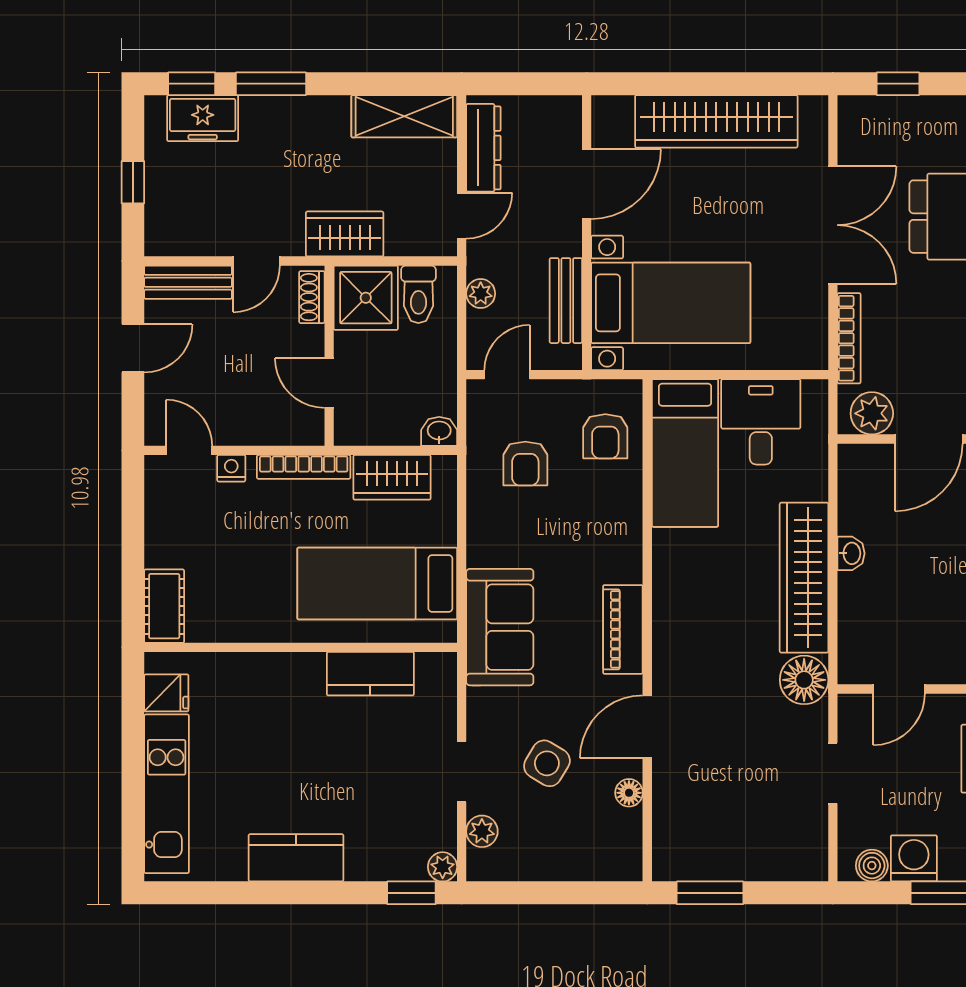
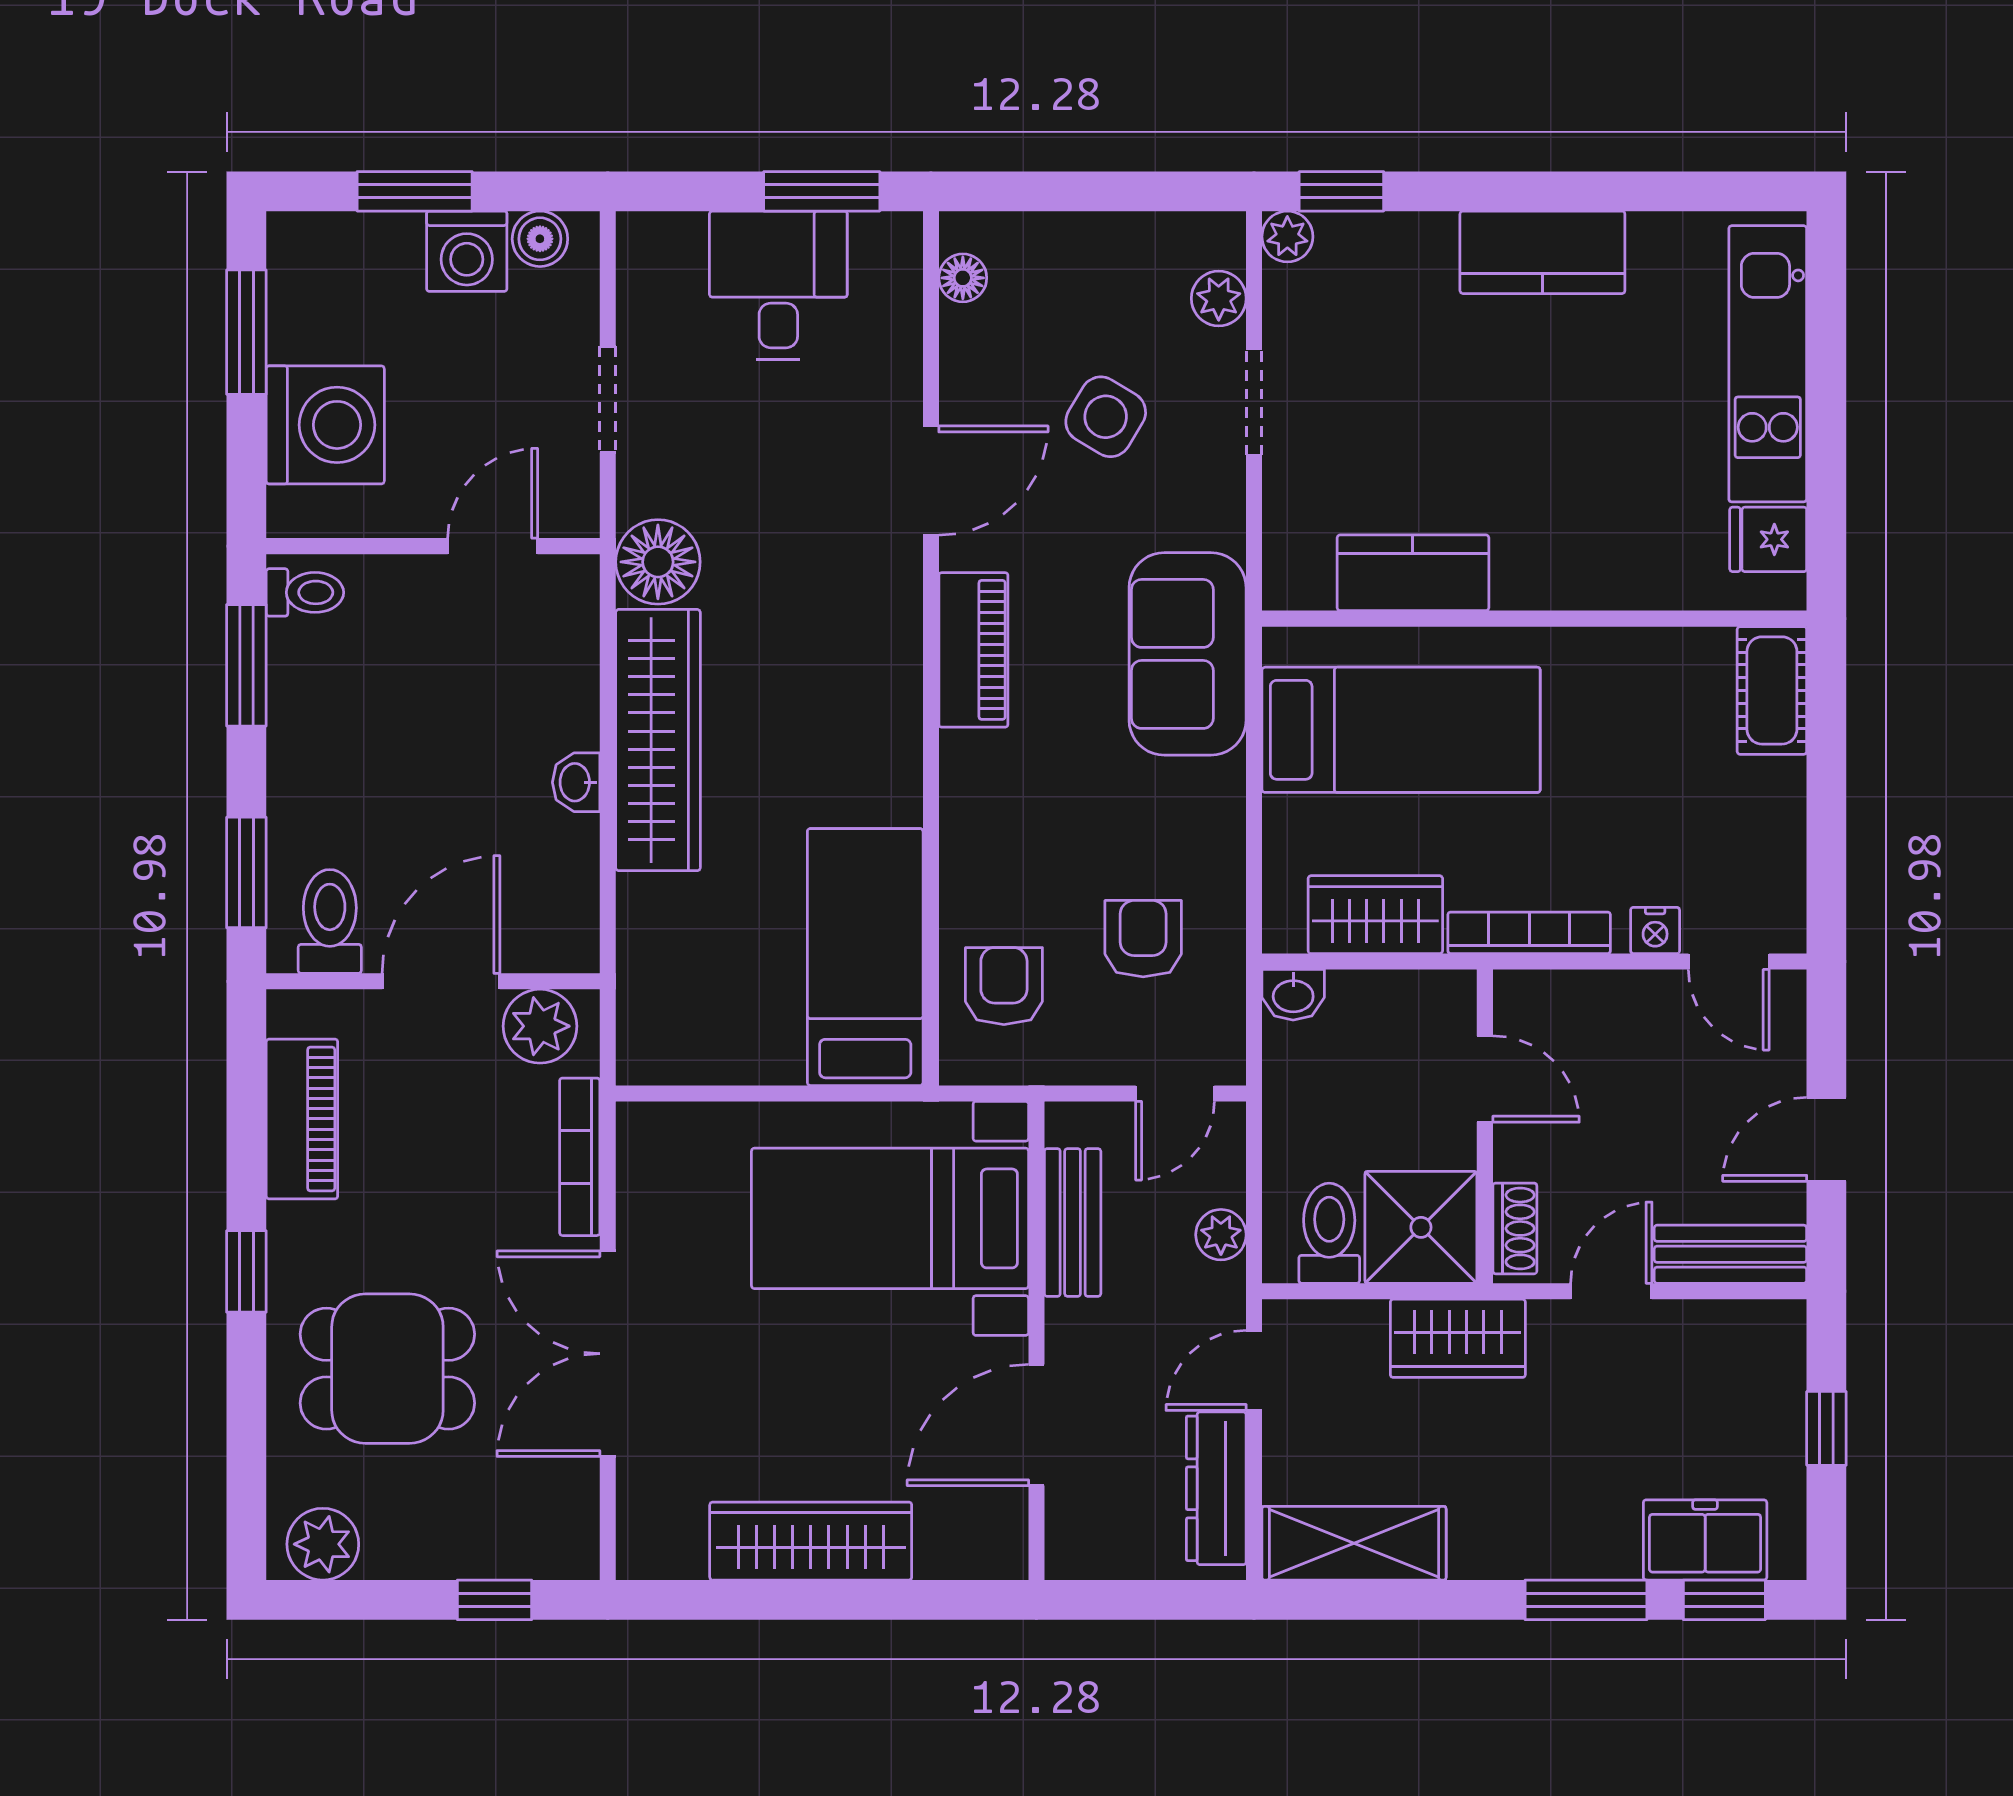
wardrobe: (716, 121) -> (811, 1541), width x0.71, depth x0.85
desk: (761, 422) -> (778, 285), moved, turned 180
floor lamp: (629, 793) -> (963, 278), moved

